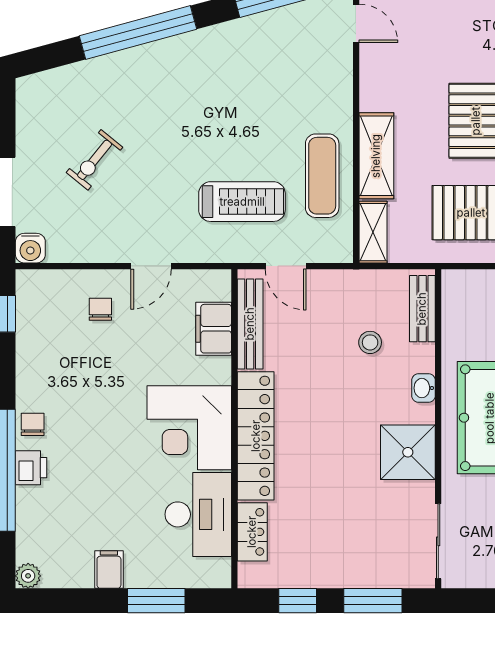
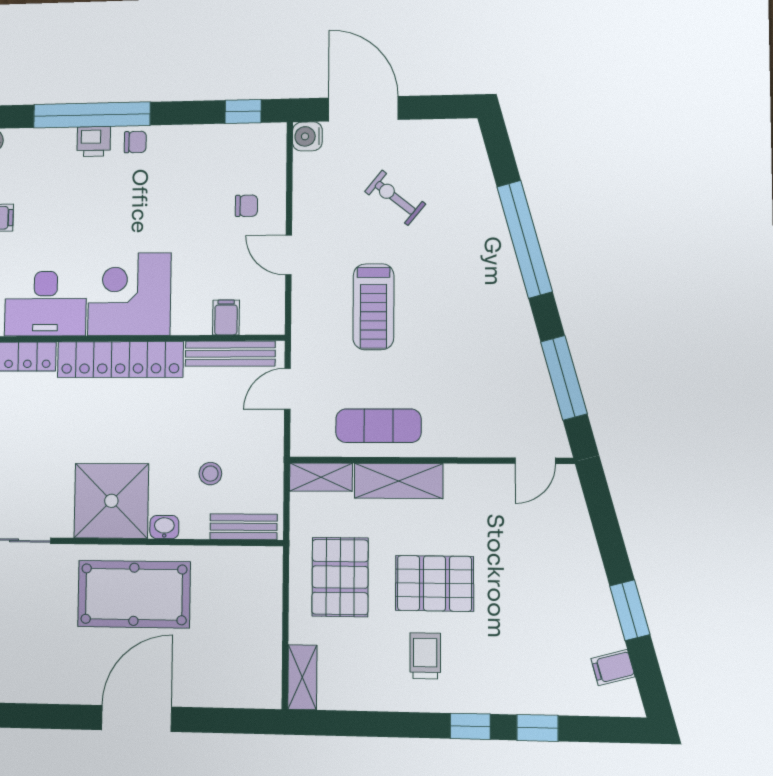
treadmill: (242, 202) -> (373, 307), moved
filing cabinet: (214, 329) -> (226, 317), width x0.50
shower: (408, 452) -> (111, 501), width x1.37, depth x1.37

